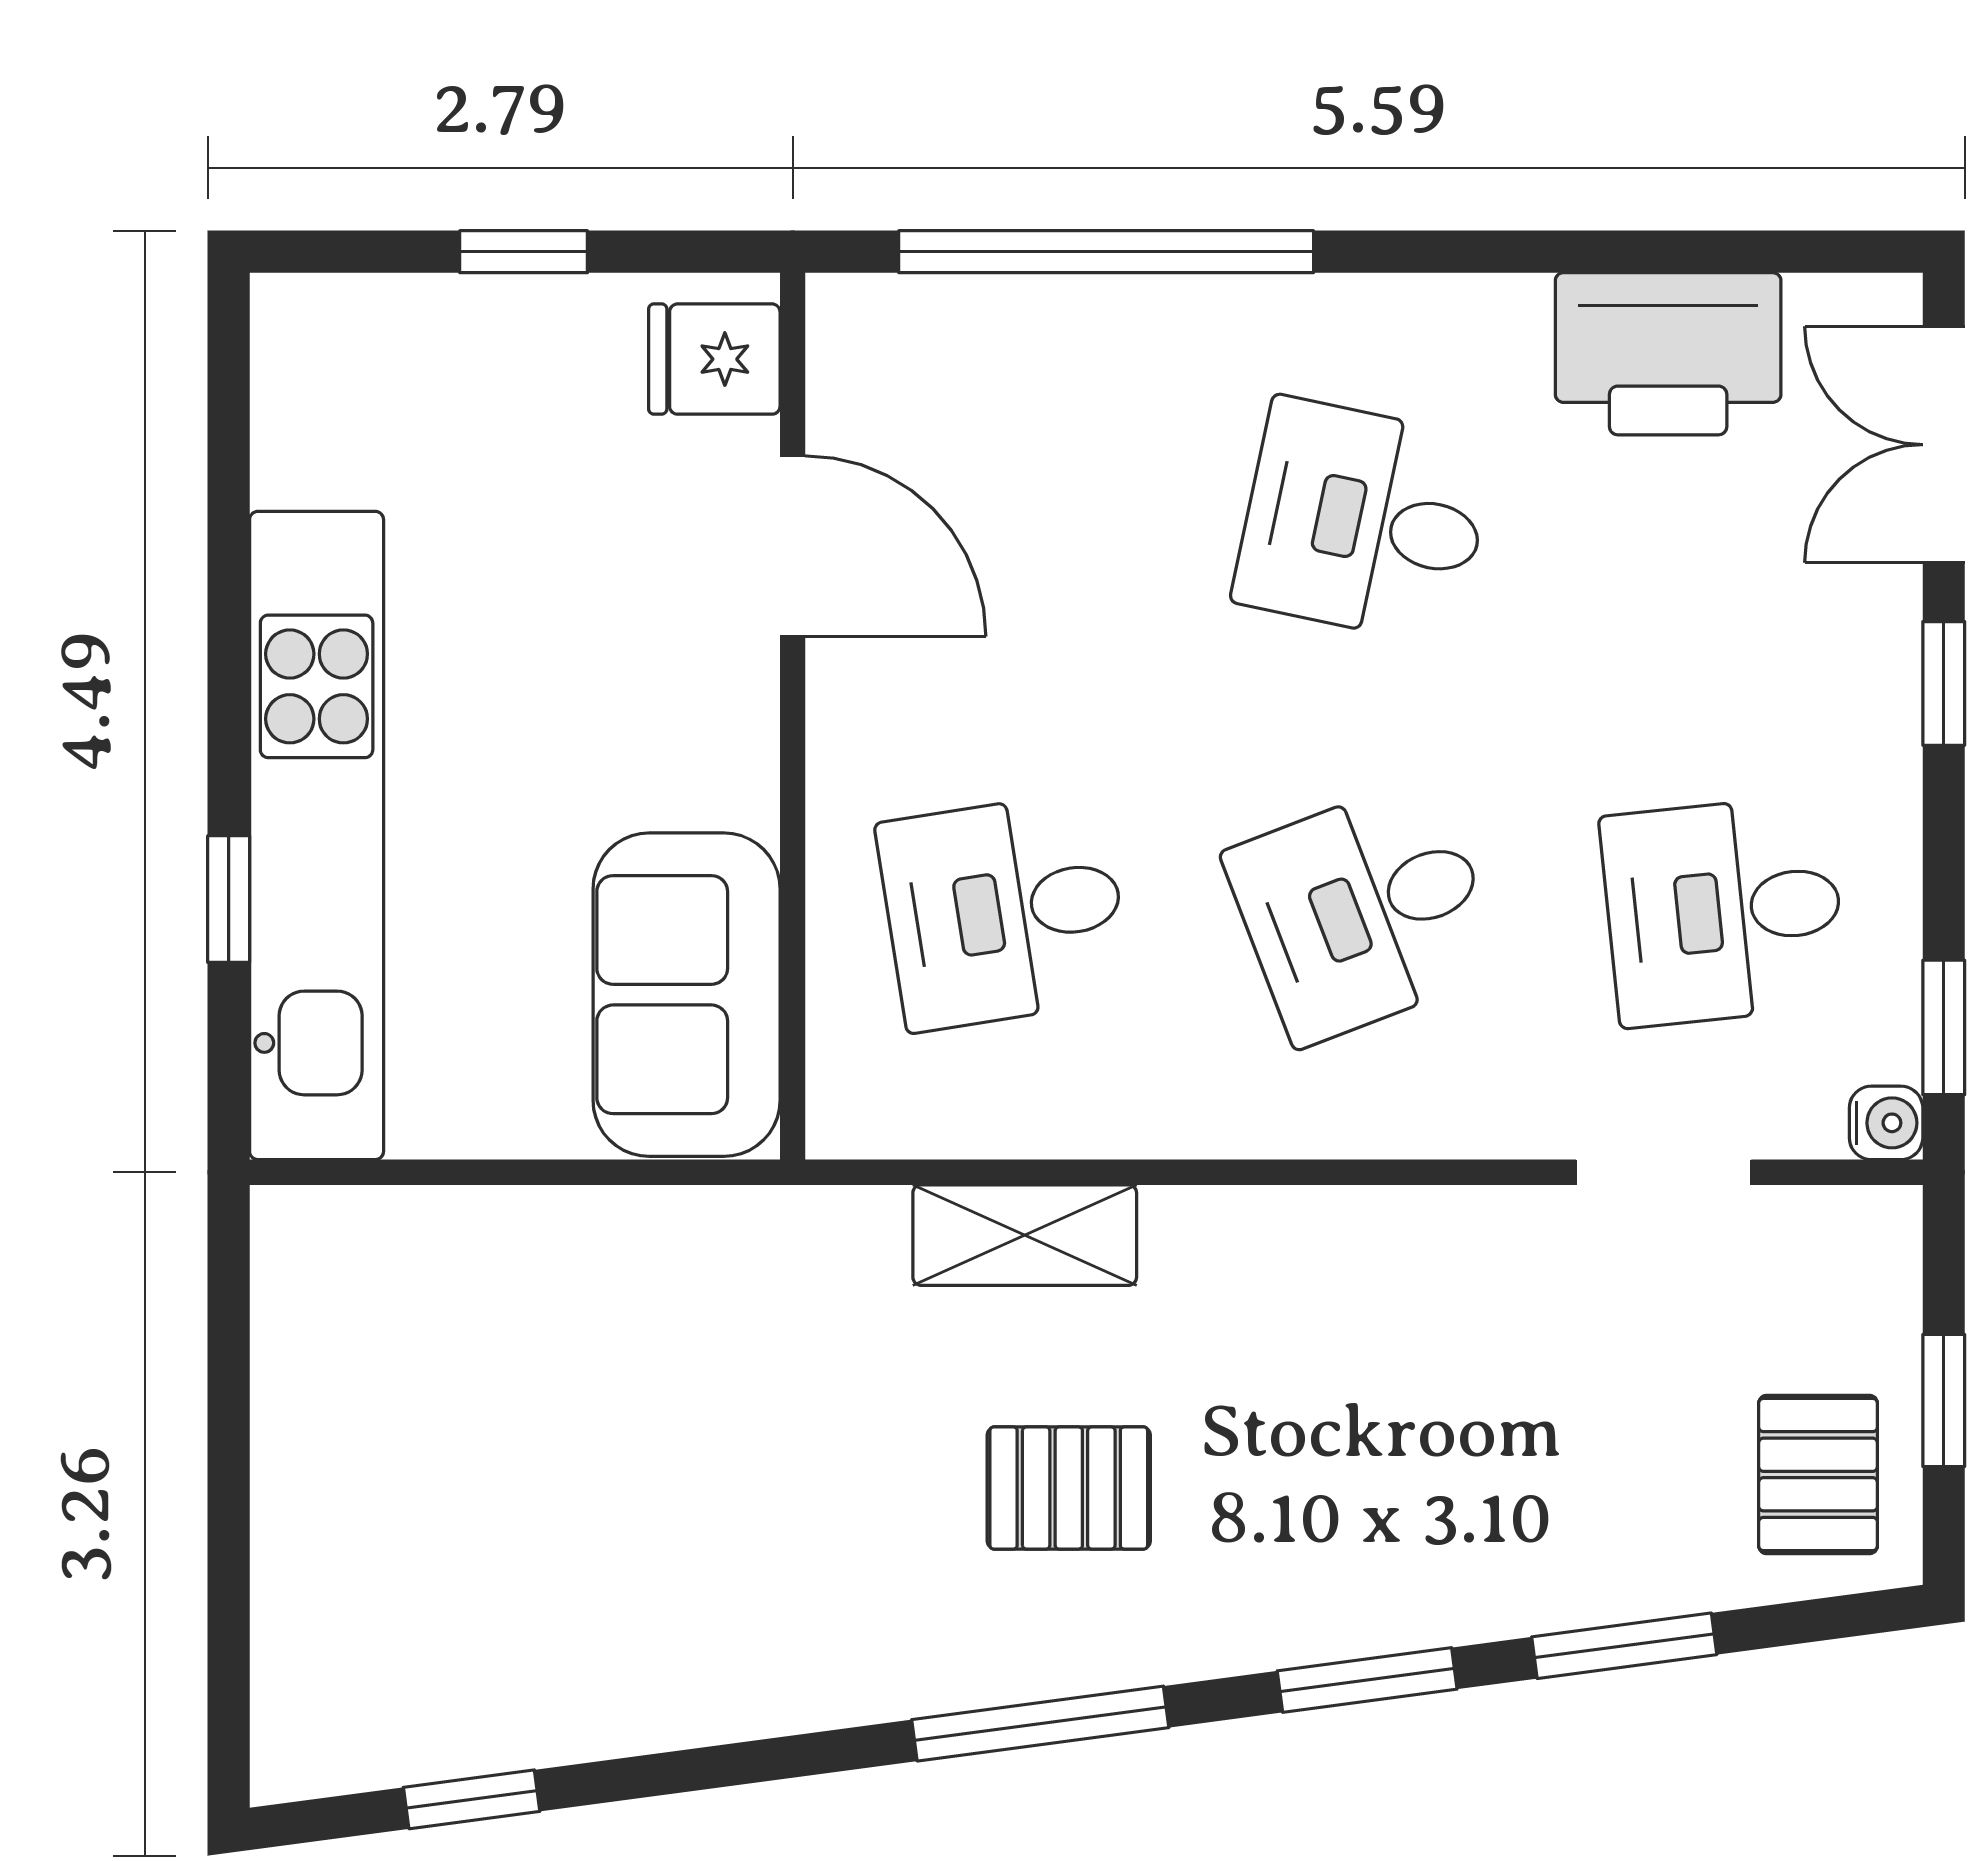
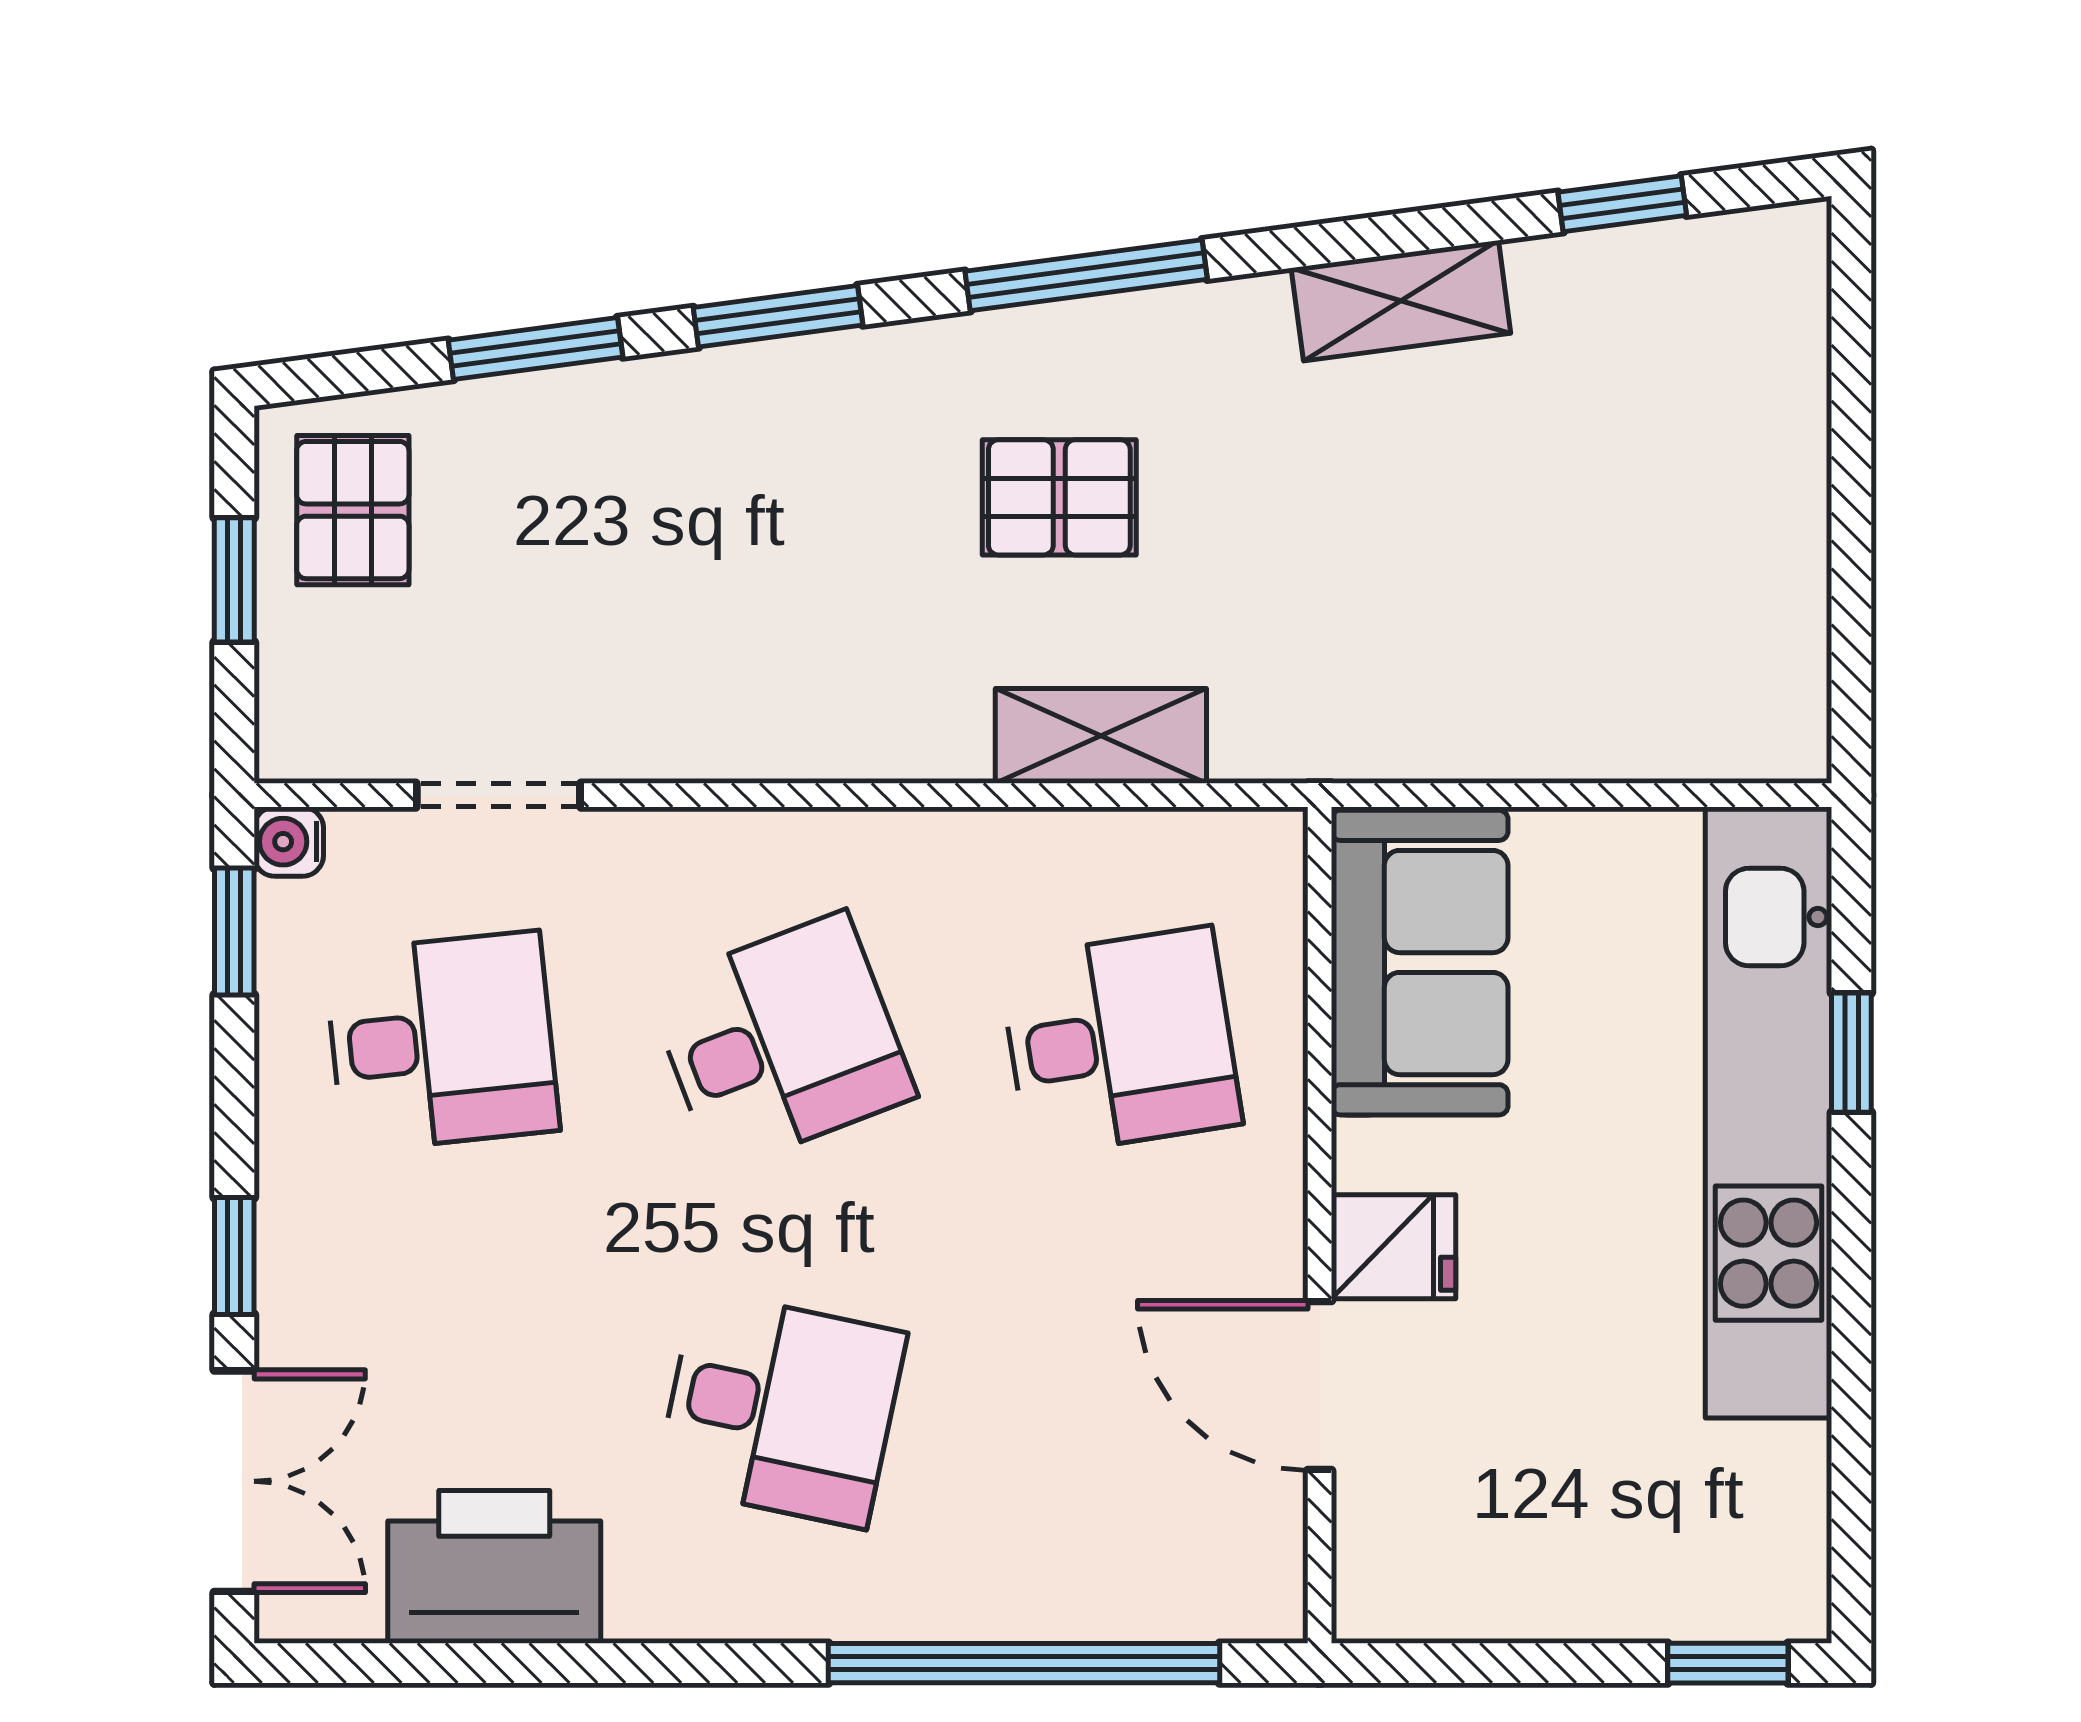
window: (524, 252) -> (1728, 1663), moved
fridge: (714, 359) -> (1394, 1247), moved
shelving: (706, 1697) -> (1401, 301), added

